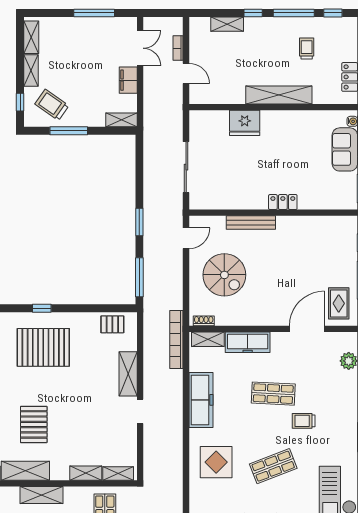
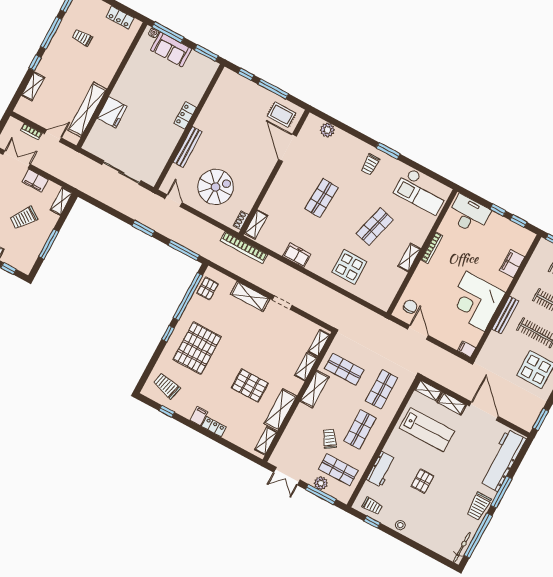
shelving: (279, 95) -> (87, 110), moved
trolley: (52, 105) -> (24, 218), moved
window: (93, 308) -> (188, 296), added
freezer: (248, 342) -> (274, 197), removed
freezer: (201, 400) -> (297, 255), width x0.52, depth x0.79
trolley: (304, 421) -> (370, 164), moved
shop shelf: (273, 466) -> (375, 227), turned 36
shelving: (42, 495) -> (315, 389), moved

